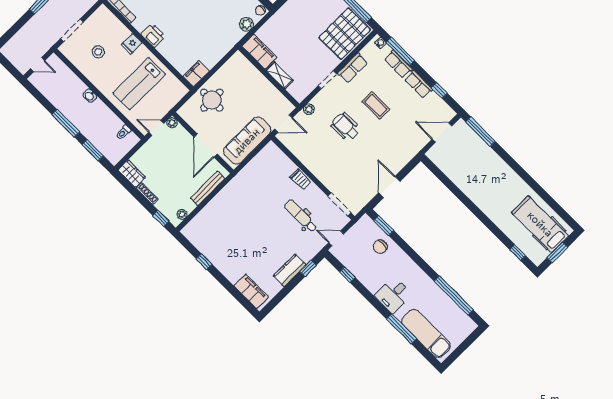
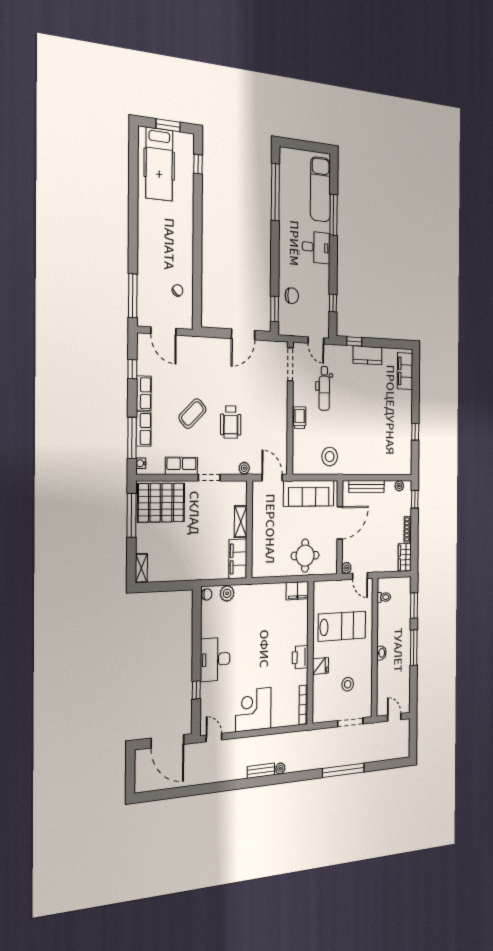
coffee table: (376, 105) -> (192, 414), turned 47
chair: (457, 166) -> (178, 290), added
stool: (255, 178) -> (330, 457), added

